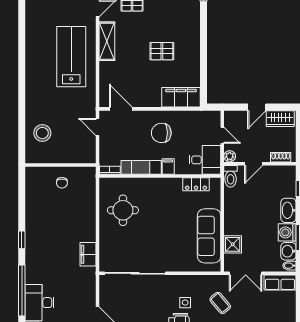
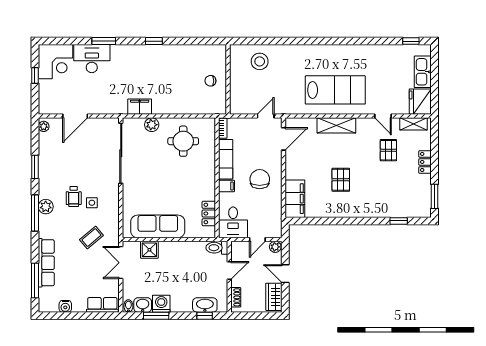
shelving: (107, 41) -> (336, 125), moved
plant: (230, 156) -> (275, 247), moved
door: (254, 164) -> (229, 271), swing flipped
washbasin: (288, 210) -> (205, 305), moved
plant: (106, 242) -> (152, 125), added
row of seats: (280, 283) -> (102, 305), moved, turned 90
window: (22, 290) -> (104, 41), width x0.47

